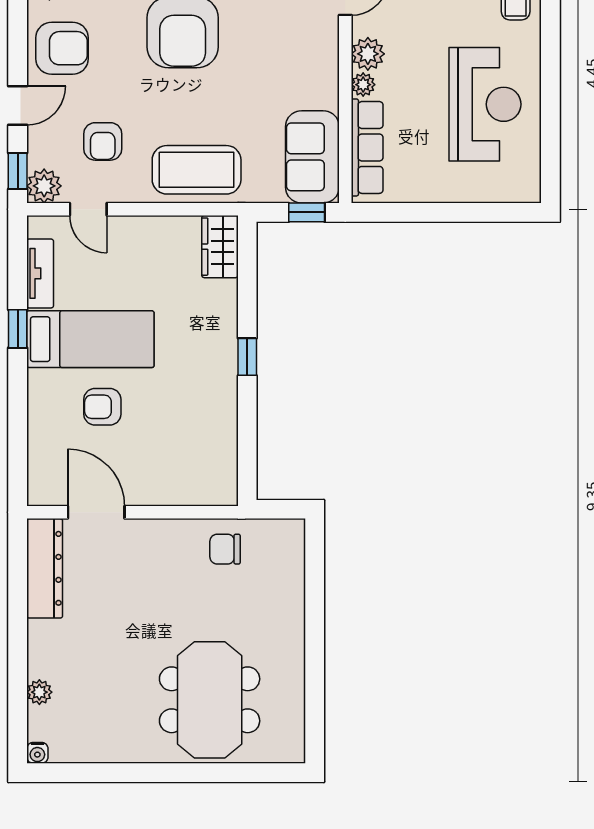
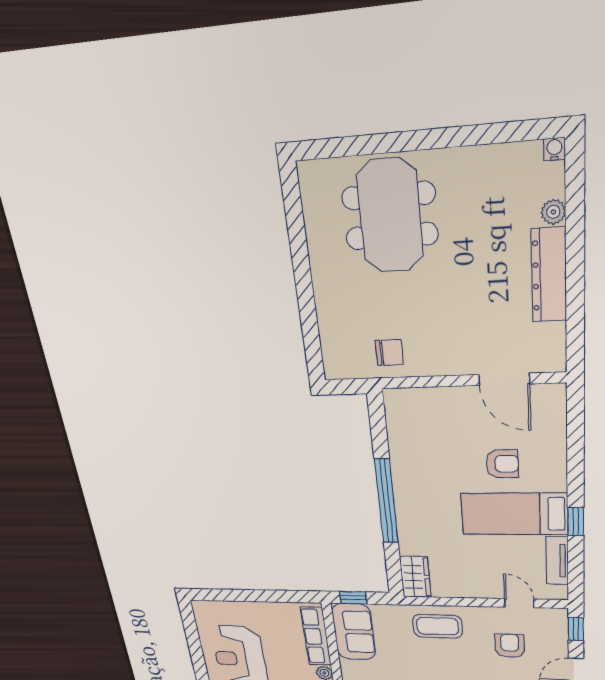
coffee table: (197, 170) -> (438, 626), width x0.73, depth x0.76
plant: (44, 186) -> (555, 619), removed
window: (247, 357) -> (386, 501), width x3.17
dresser: (45, 568) -> (549, 275), moved

